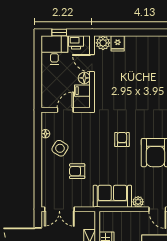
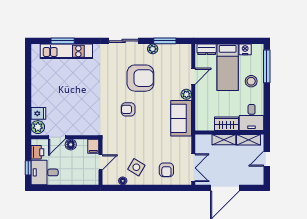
filing cabinet: (82, 91) -> (93, 146), moved
door: (65, 110) -> (100, 162), swing flipped
armchair: (77, 171) -> (166, 170), moved

